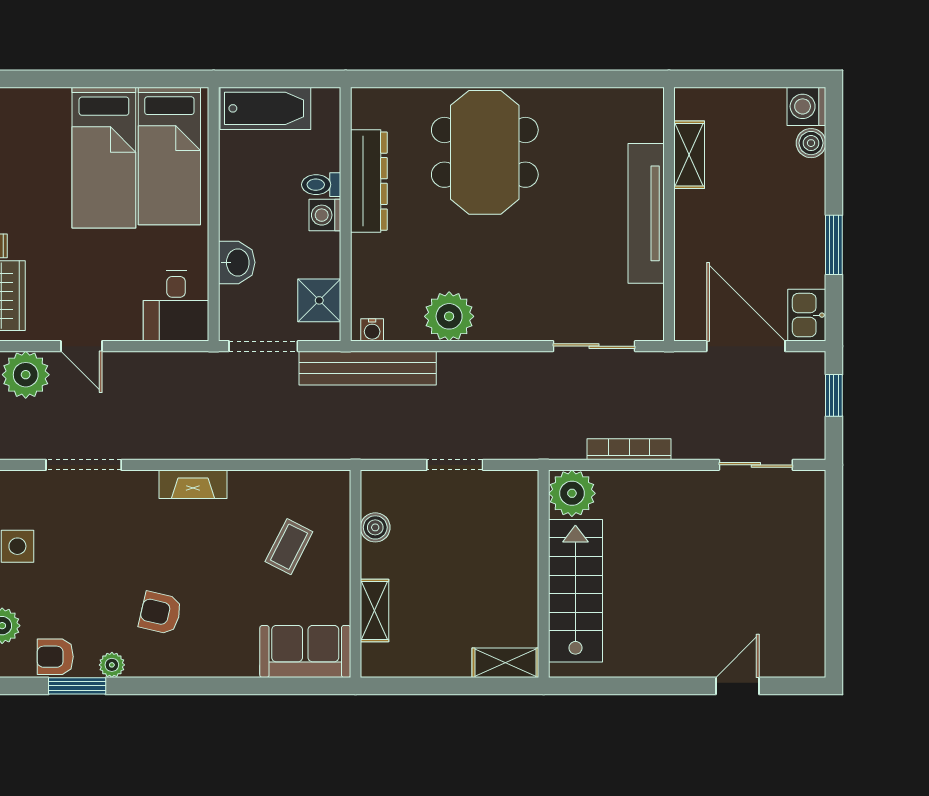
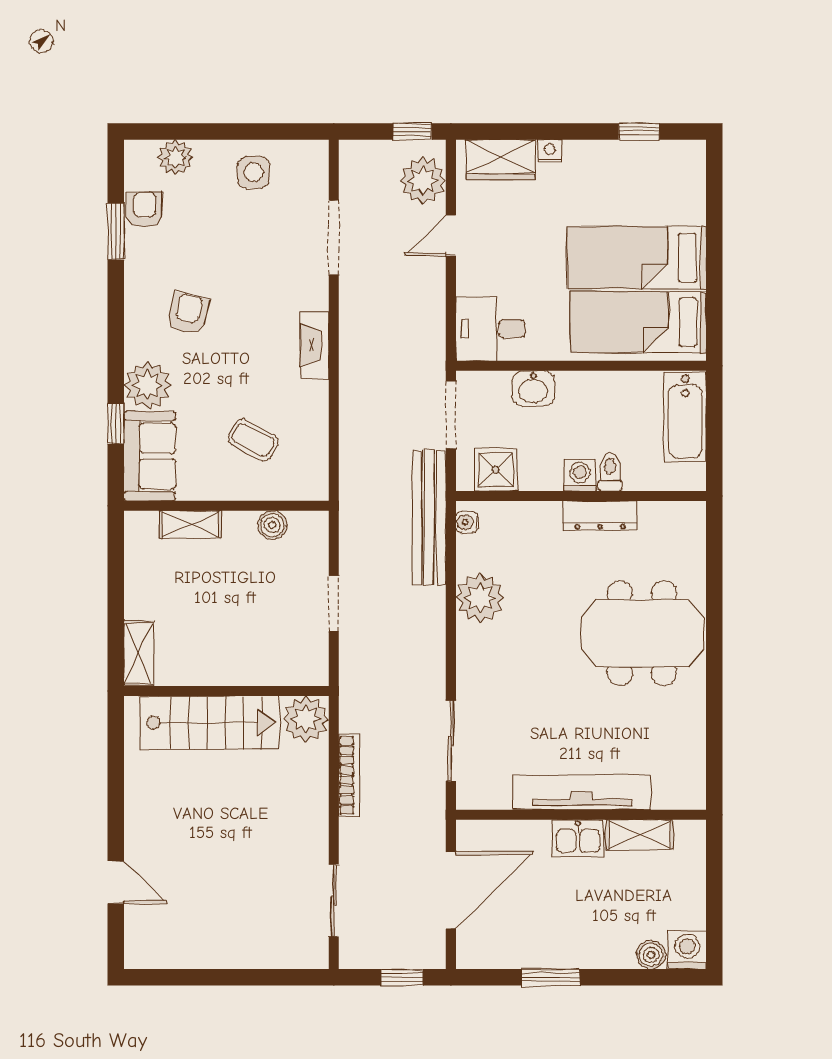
dresser: (369, 181) -> (600, 515), width x0.73, depth x0.80
kitchen sink: (807, 315) -> (578, 838), moved, turned 180
plant: (112, 665) -> (148, 385), moved, width x1.87, depth x1.87
window: (272, 686) -> (116, 423), added

